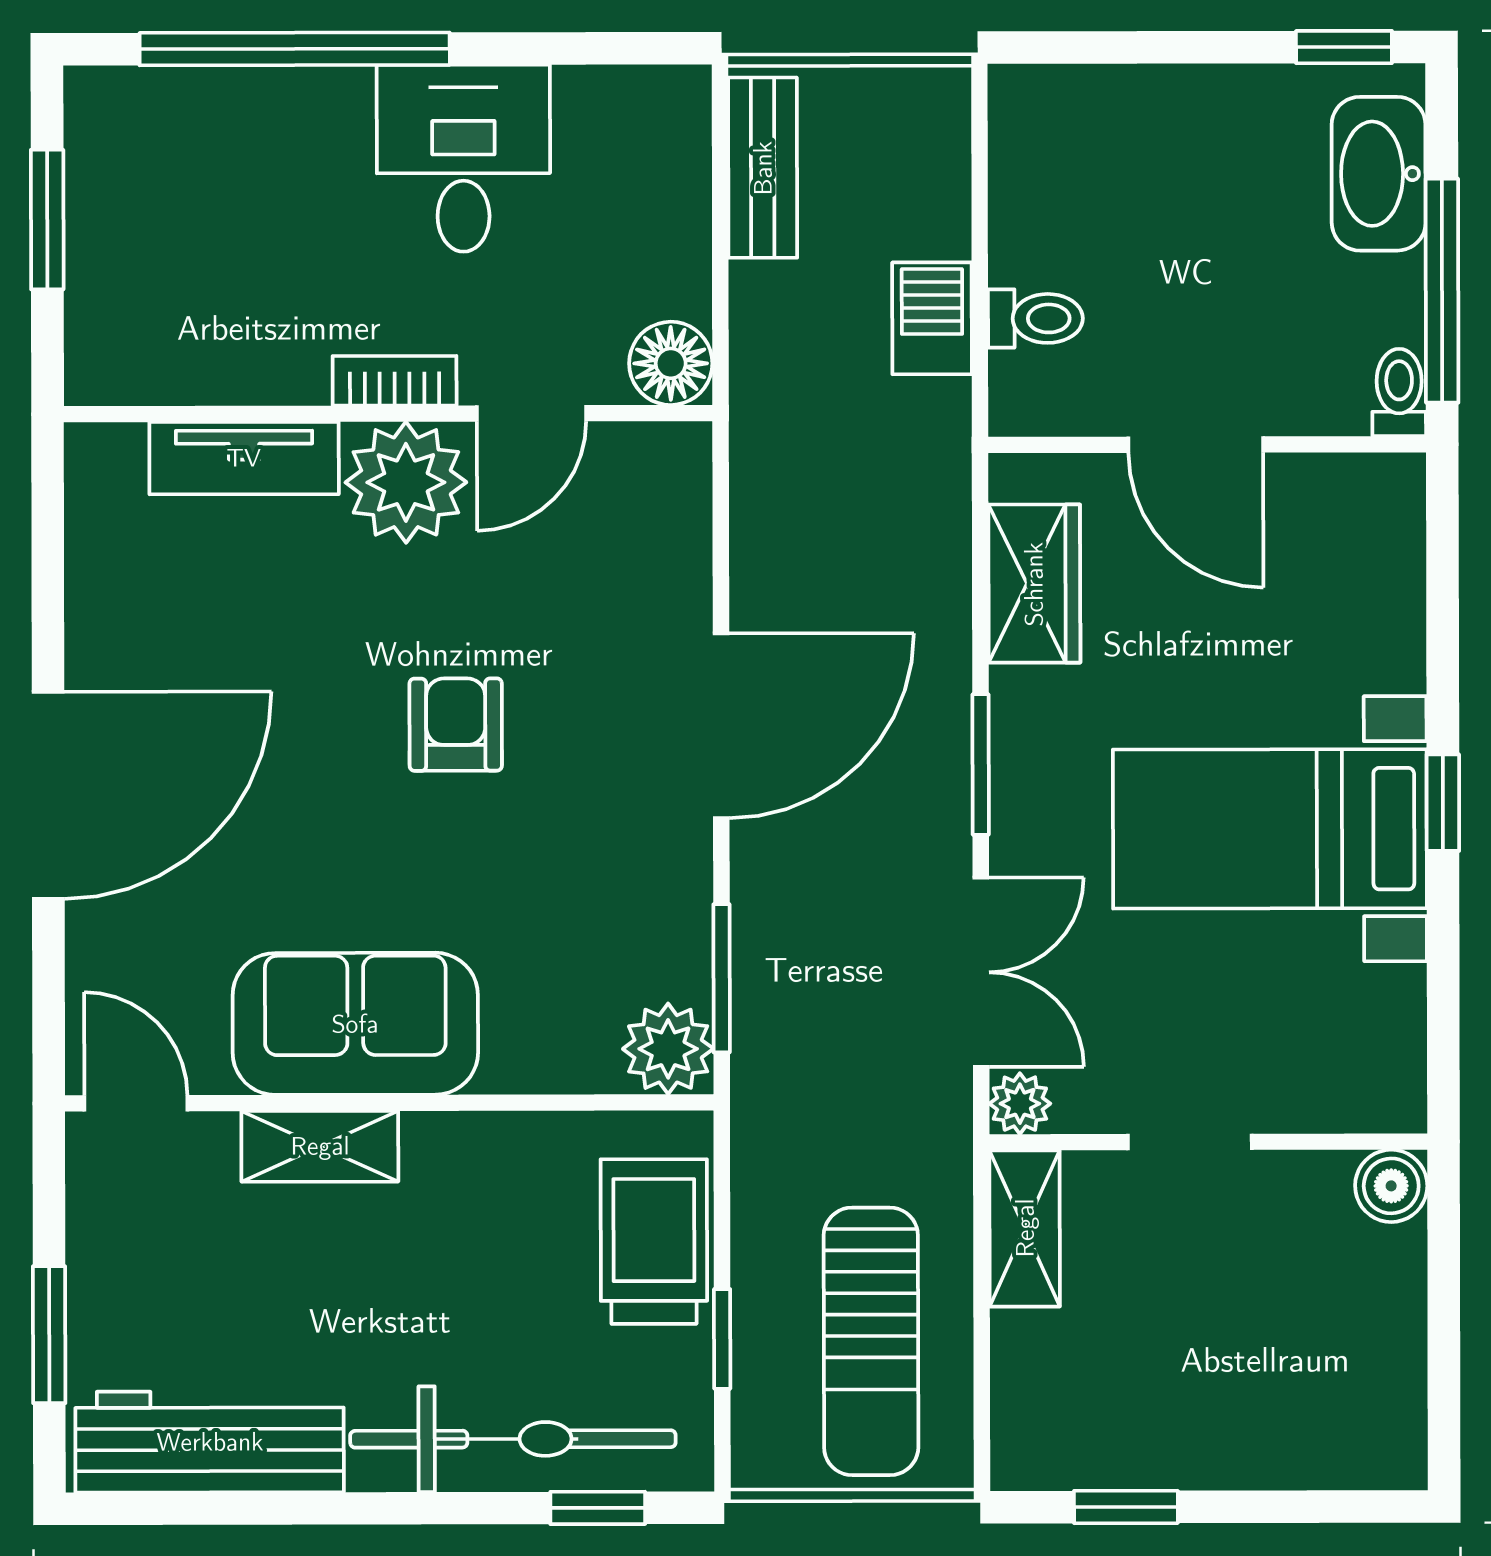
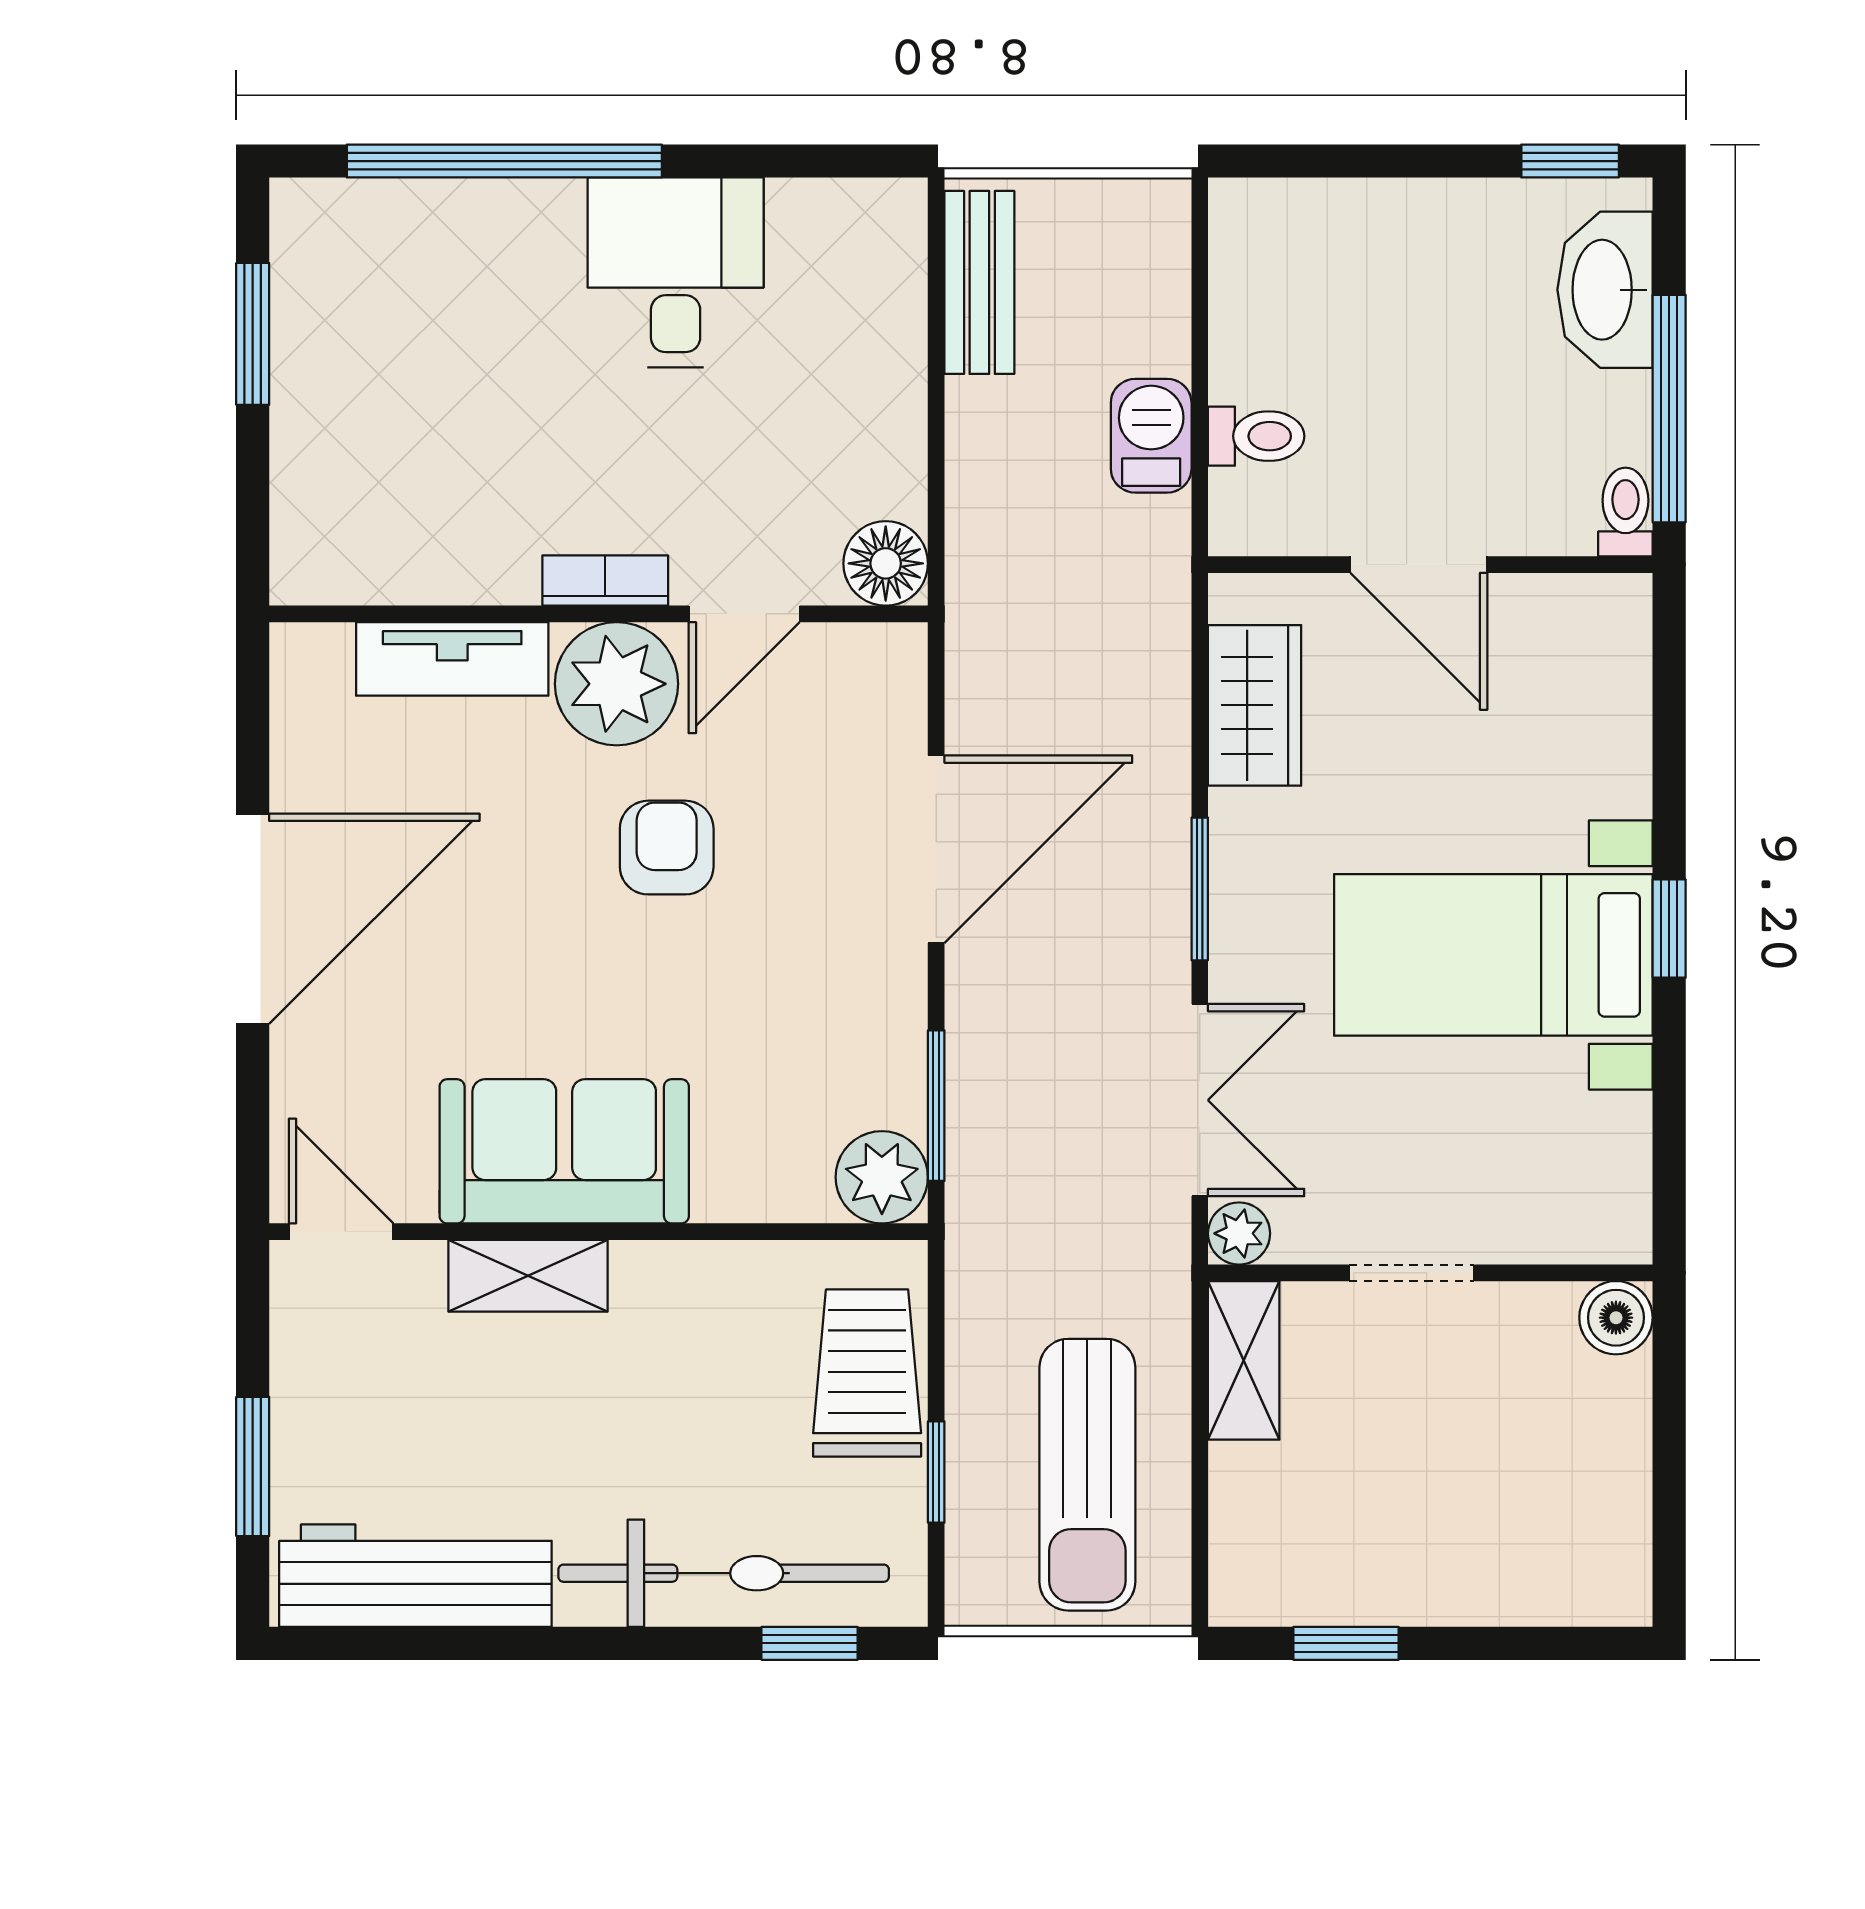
floor lamp: (671, 363) -> (886, 563), moved
bookcase: (395, 381) -> (605, 581), moved
door: (531, 413) -> (744, 614), moved
wall: (388, 414) -> (599, 614), moved
tv unit: (244, 458) -> (452, 659), moved
plant: (406, 482) -> (617, 684), moved

